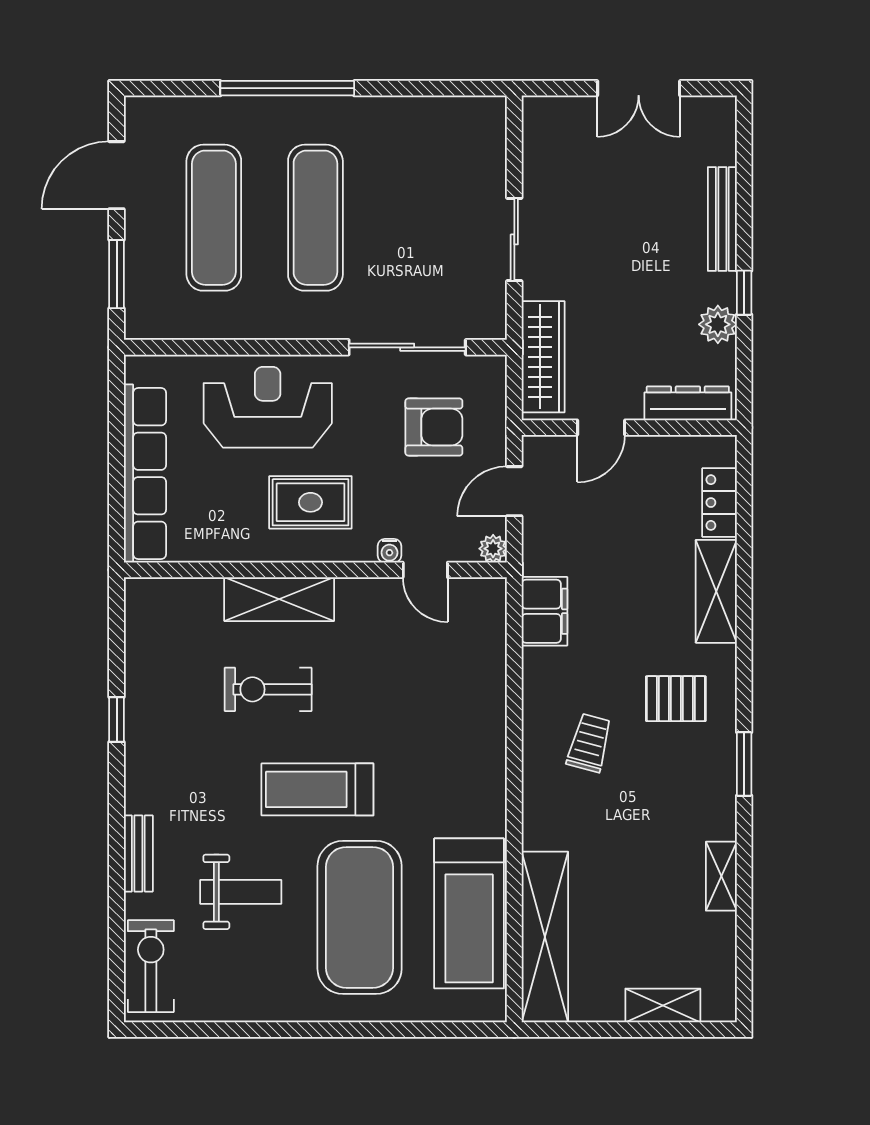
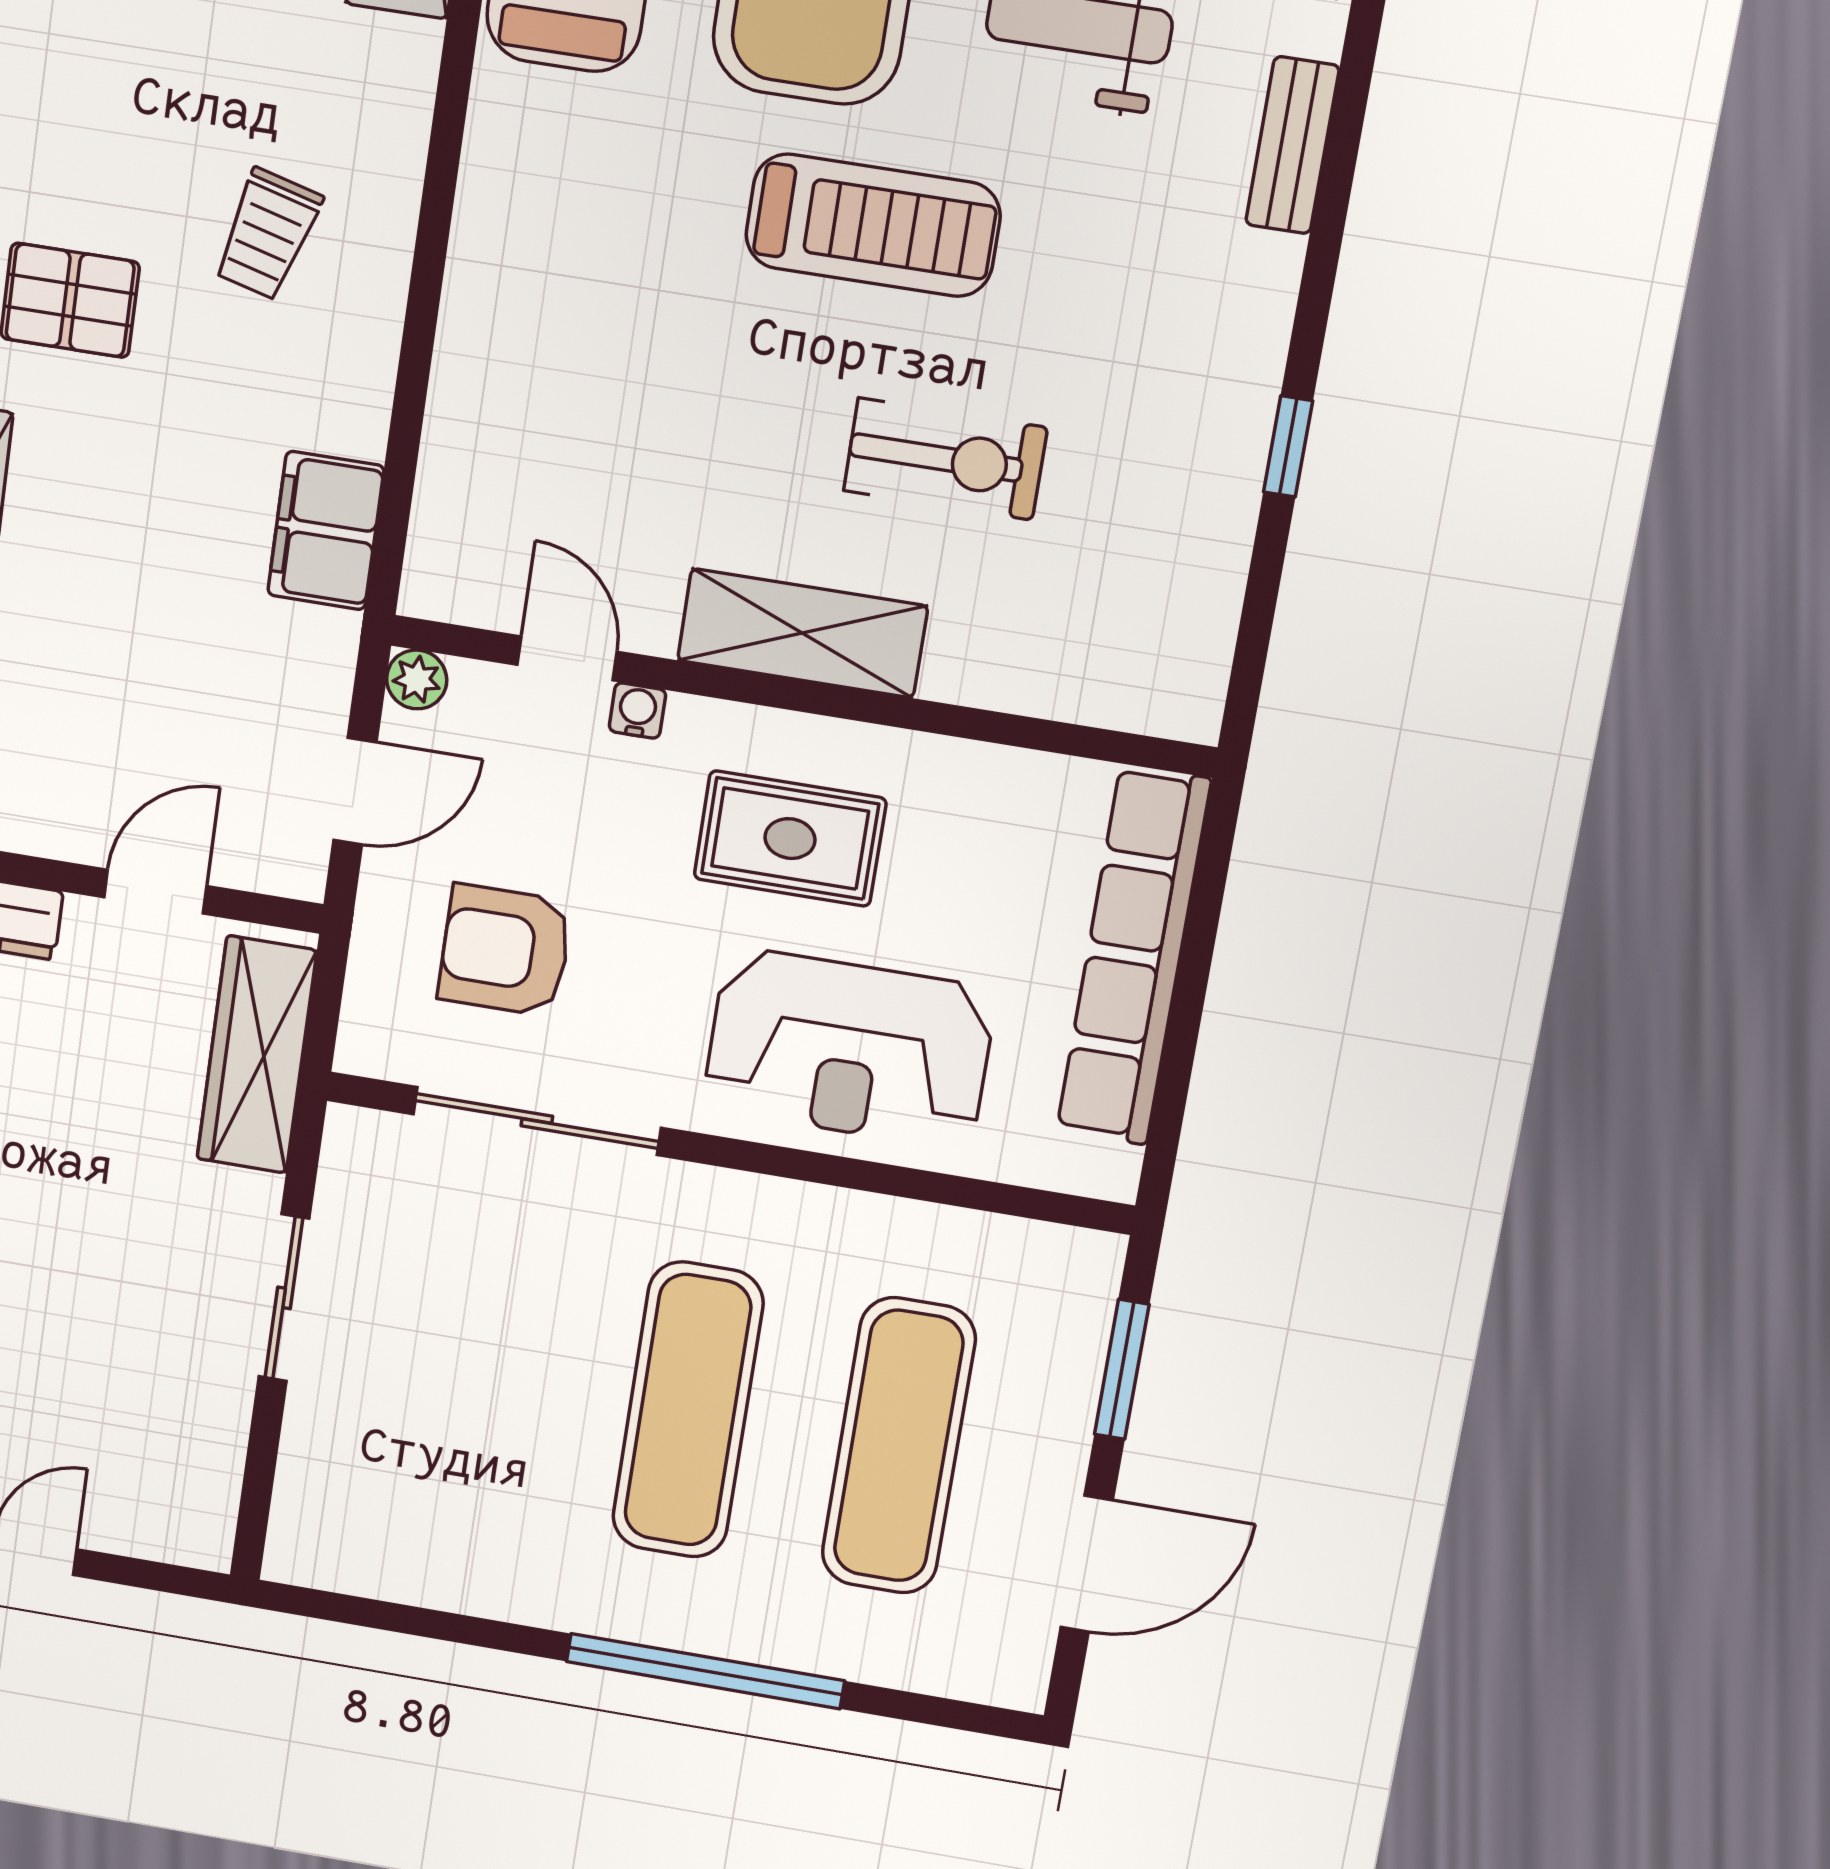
shelving: (279, 599) -> (802, 633), moved

